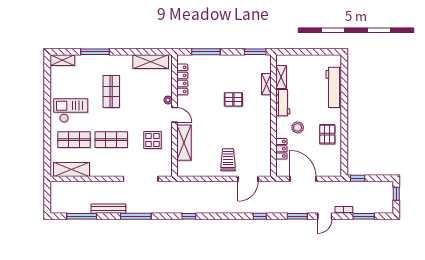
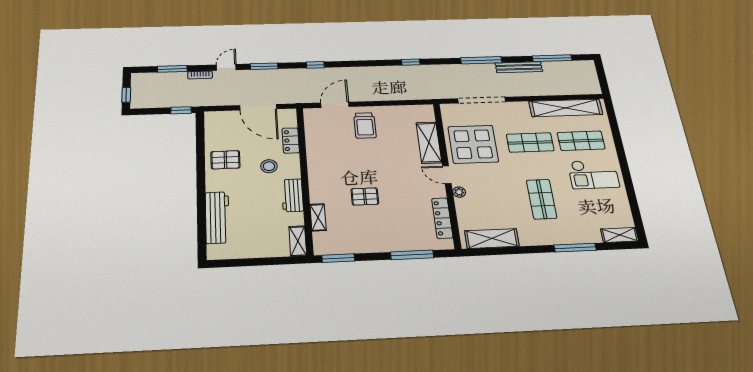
shelving: (281, 77) -> (298, 241), moved
pallet: (327, 134) -> (225, 160), turned 90
display table: (152, 140) -> (473, 144), width x1.86, depth x1.86
shelving: (71, 169) -> (566, 108), width x1.47

